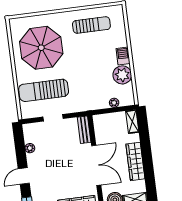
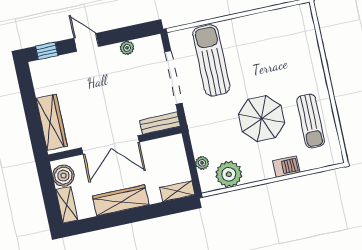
parasol: (41, 48) -> (262, 119), moved, width x0.73, depth x0.73
barbecue: (123, 56) -> (286, 167), moved
plant: (122, 75) -> (229, 174), moved
doorway: (53, 118) -> (173, 77), width x1.88

